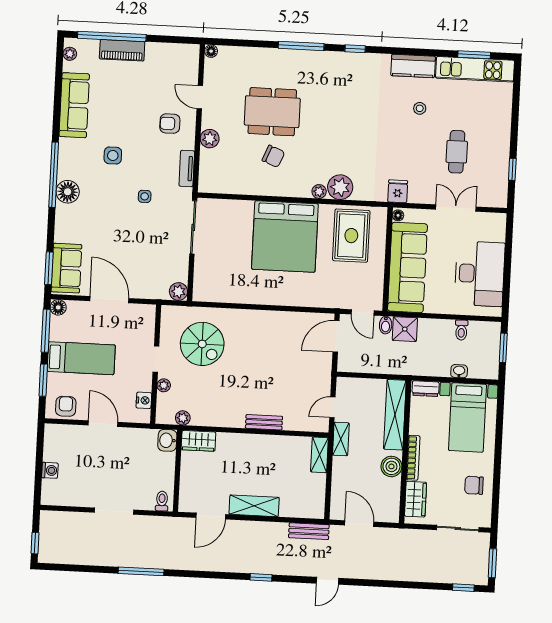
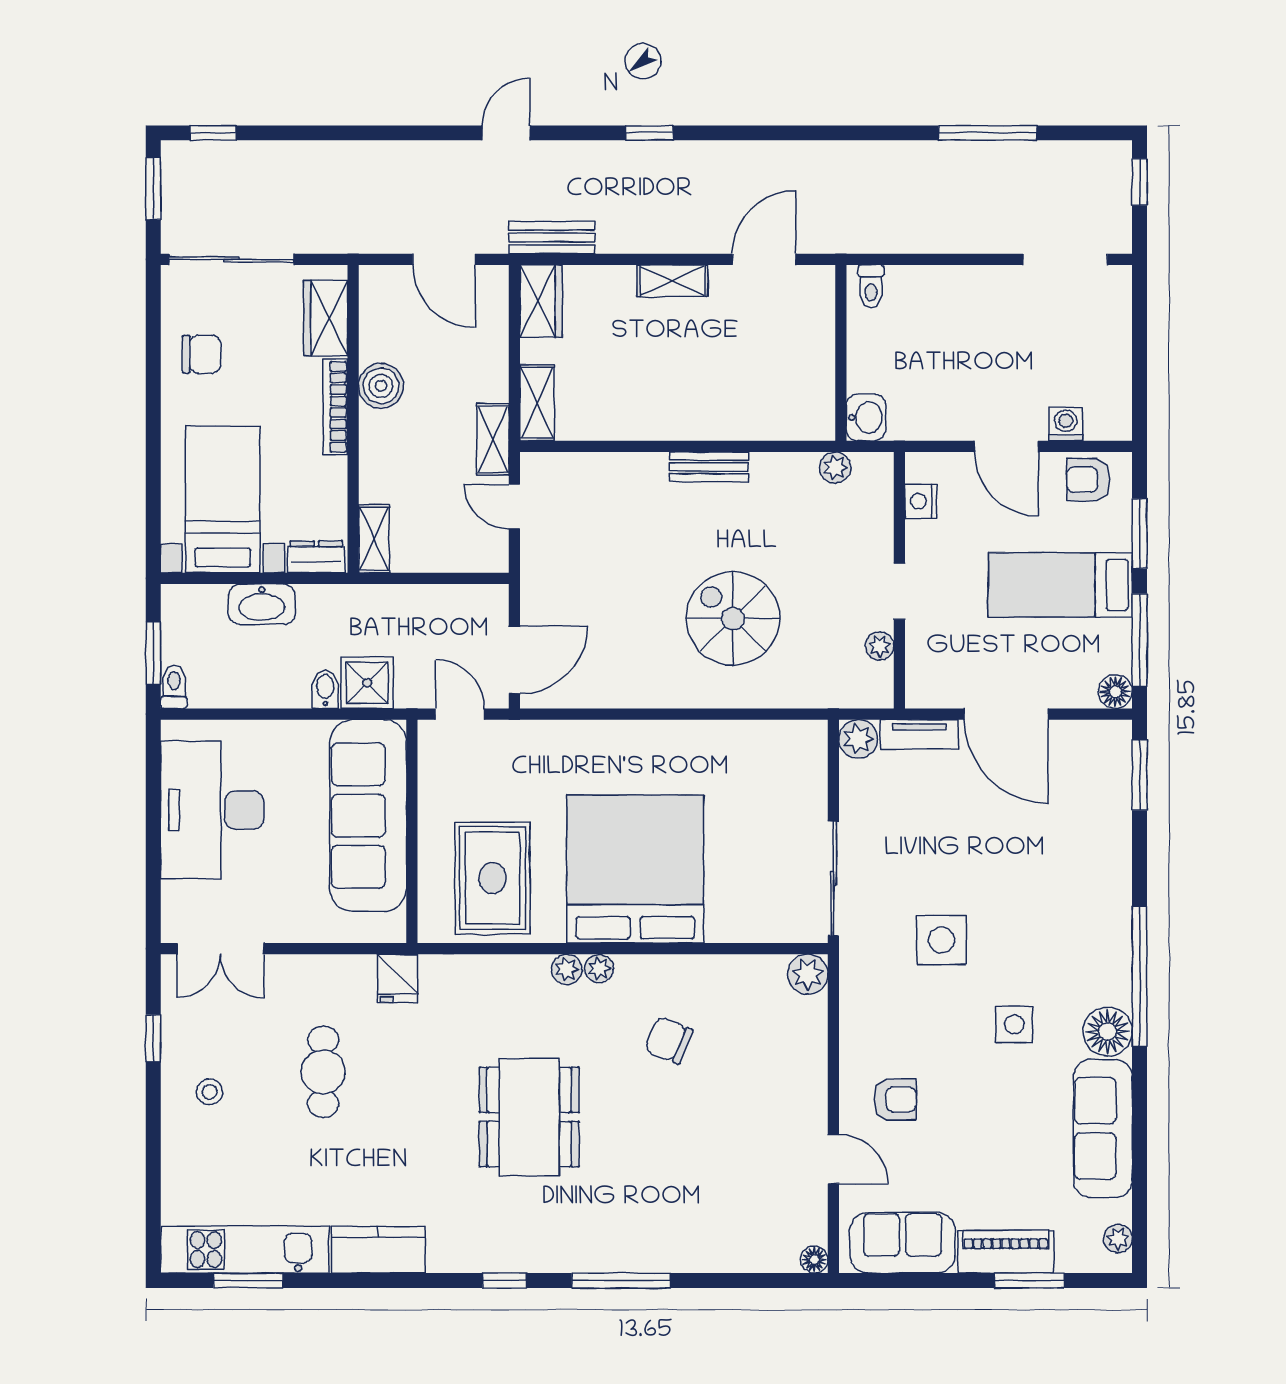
window: (112, 36) -> (1029, 1281), width x0.47
stool: (420, 108) -> (209, 1092), moved
dining table: (272, 112) -> (529, 1117), moved, turned 90
plant: (210, 139) -> (808, 974), moved
cafe table: (457, 152) -> (323, 1072), moved
tv unit: (187, 168) -> (919, 734), moved, turned 90
plant: (340, 187) -> (599, 969), moved, width x0.53, depth x0.53
floor lamp: (68, 192) -> (1108, 1032), moved
side table: (145, 196) -> (941, 940), width x1.87, depth x1.87
double door: (456, 208) -> (220, 949), moved
floor lamp: (398, 215) -> (394, 927), removed
sofa: (66, 268) -> (902, 1243), moved, turned 90
bidet: (386, 325) -> (325, 689), moved
toilet: (461, 330) -> (174, 687), moved
spiral stairs: (202, 344) -> (733, 618), moved
washbasin: (459, 371) -> (262, 604), width x1.91, depth x1.45
plant: (164, 385) -> (880, 646), moved
armchair: (66, 406) -> (1088, 480), turned 90
door: (332, 407) -> (514, 507), swing flipped
shelving: (395, 415) -> (374, 539), width x0.45, depth x0.75
bench: (264, 422) -> (709, 467), moved
wardrobe: (198, 441) -> (541, 301), moved, turned 90
washing machine: (50, 470) -> (1066, 424), moved, turned 90
shelving: (254, 506) -> (672, 281), width x0.67, depth x0.75
doorway: (114, 511) -> (1065, 259), moved
sliding door: (458, 529) -> (231, 259), width x1.37
window: (141, 571) -> (988, 133), moved

